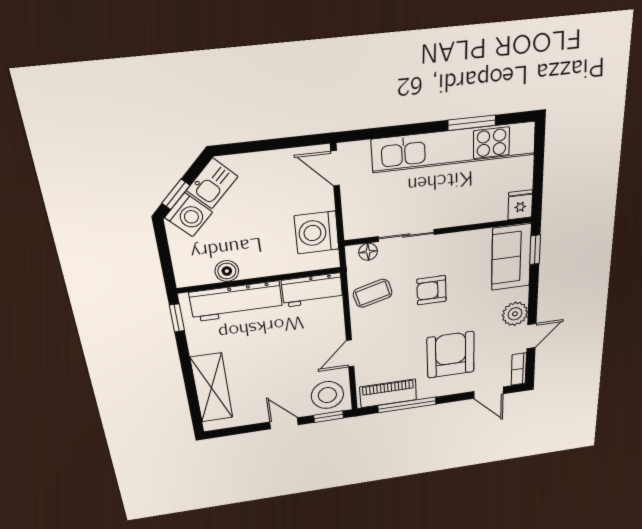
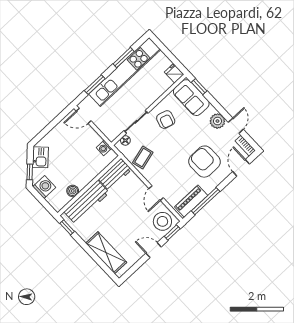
window: (393, 131) -> (95, 85), added
washing machine: (189, 215) -> (44, 187), moved, turned -45
washing machine: (317, 233) -> (104, 148), width x0.53, depth x0.53
armchair: (431, 290) -> (166, 120), moved, turned -73
door: (489, 393) -> (241, 168), swing flipped

